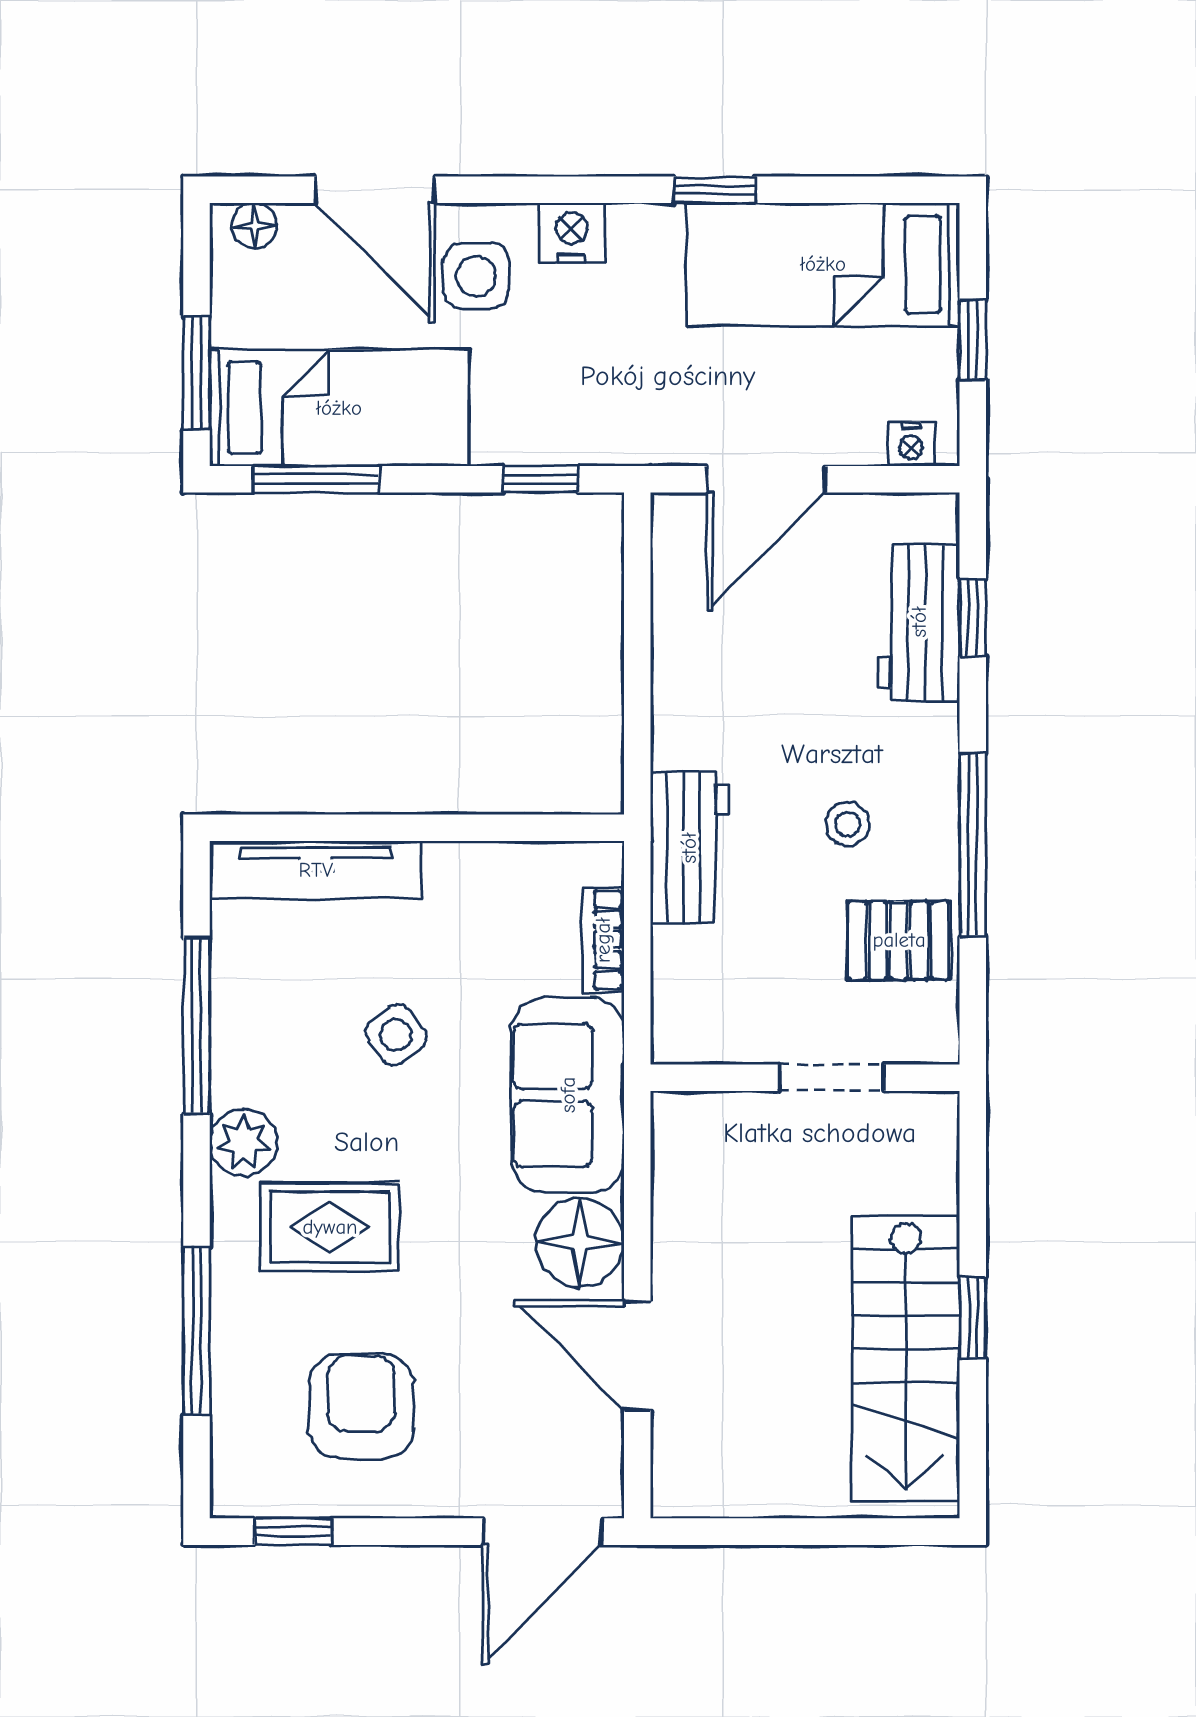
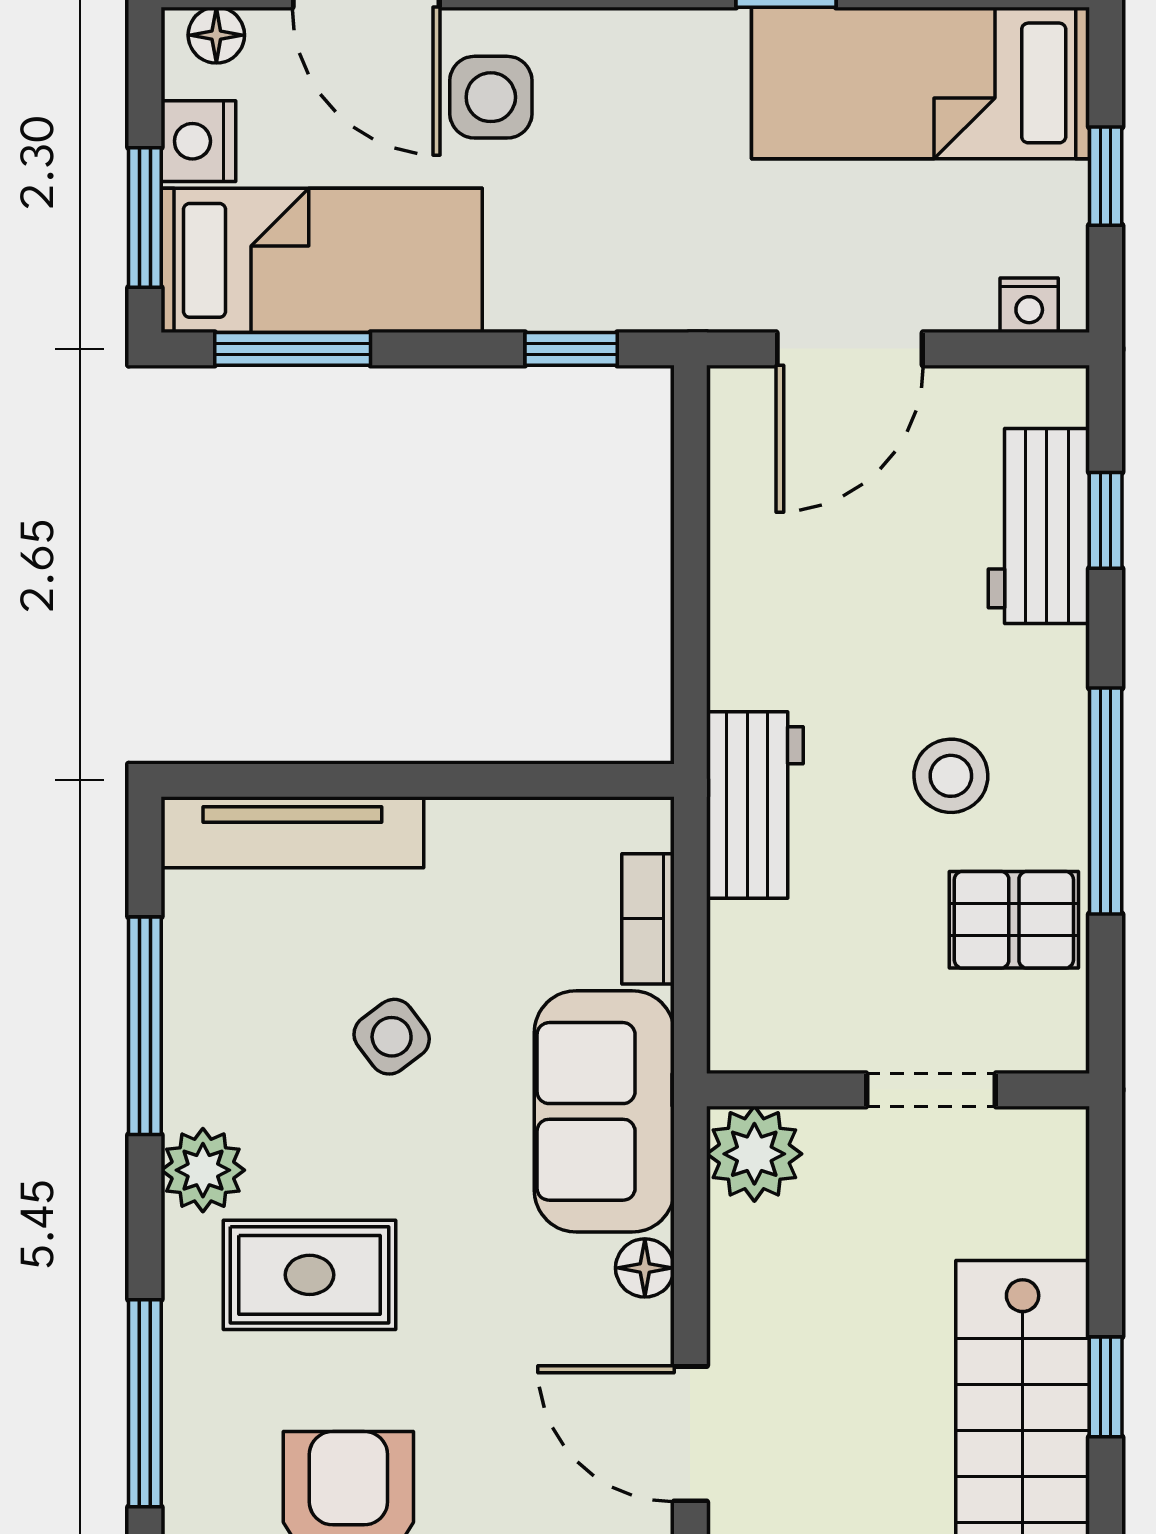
nightstand: (572, 233) -> (198, 141), moved, turned -90
stool: (848, 824) -> (951, 776), width x1.37, depth x1.37
plant: (689, 1129) -> (754, 1154), added
floor lamp: (580, 1243) -> (645, 1268), width x0.53, depth x0.53

